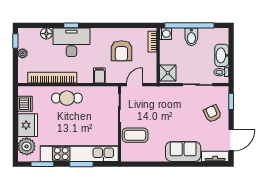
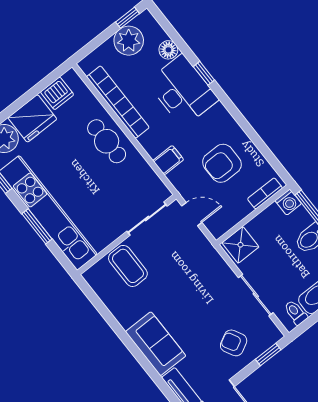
plant: (23, 53) -> (129, 41), width x1.88, depth x1.88
armchair: (212, 114) -> (234, 343), turned -93

